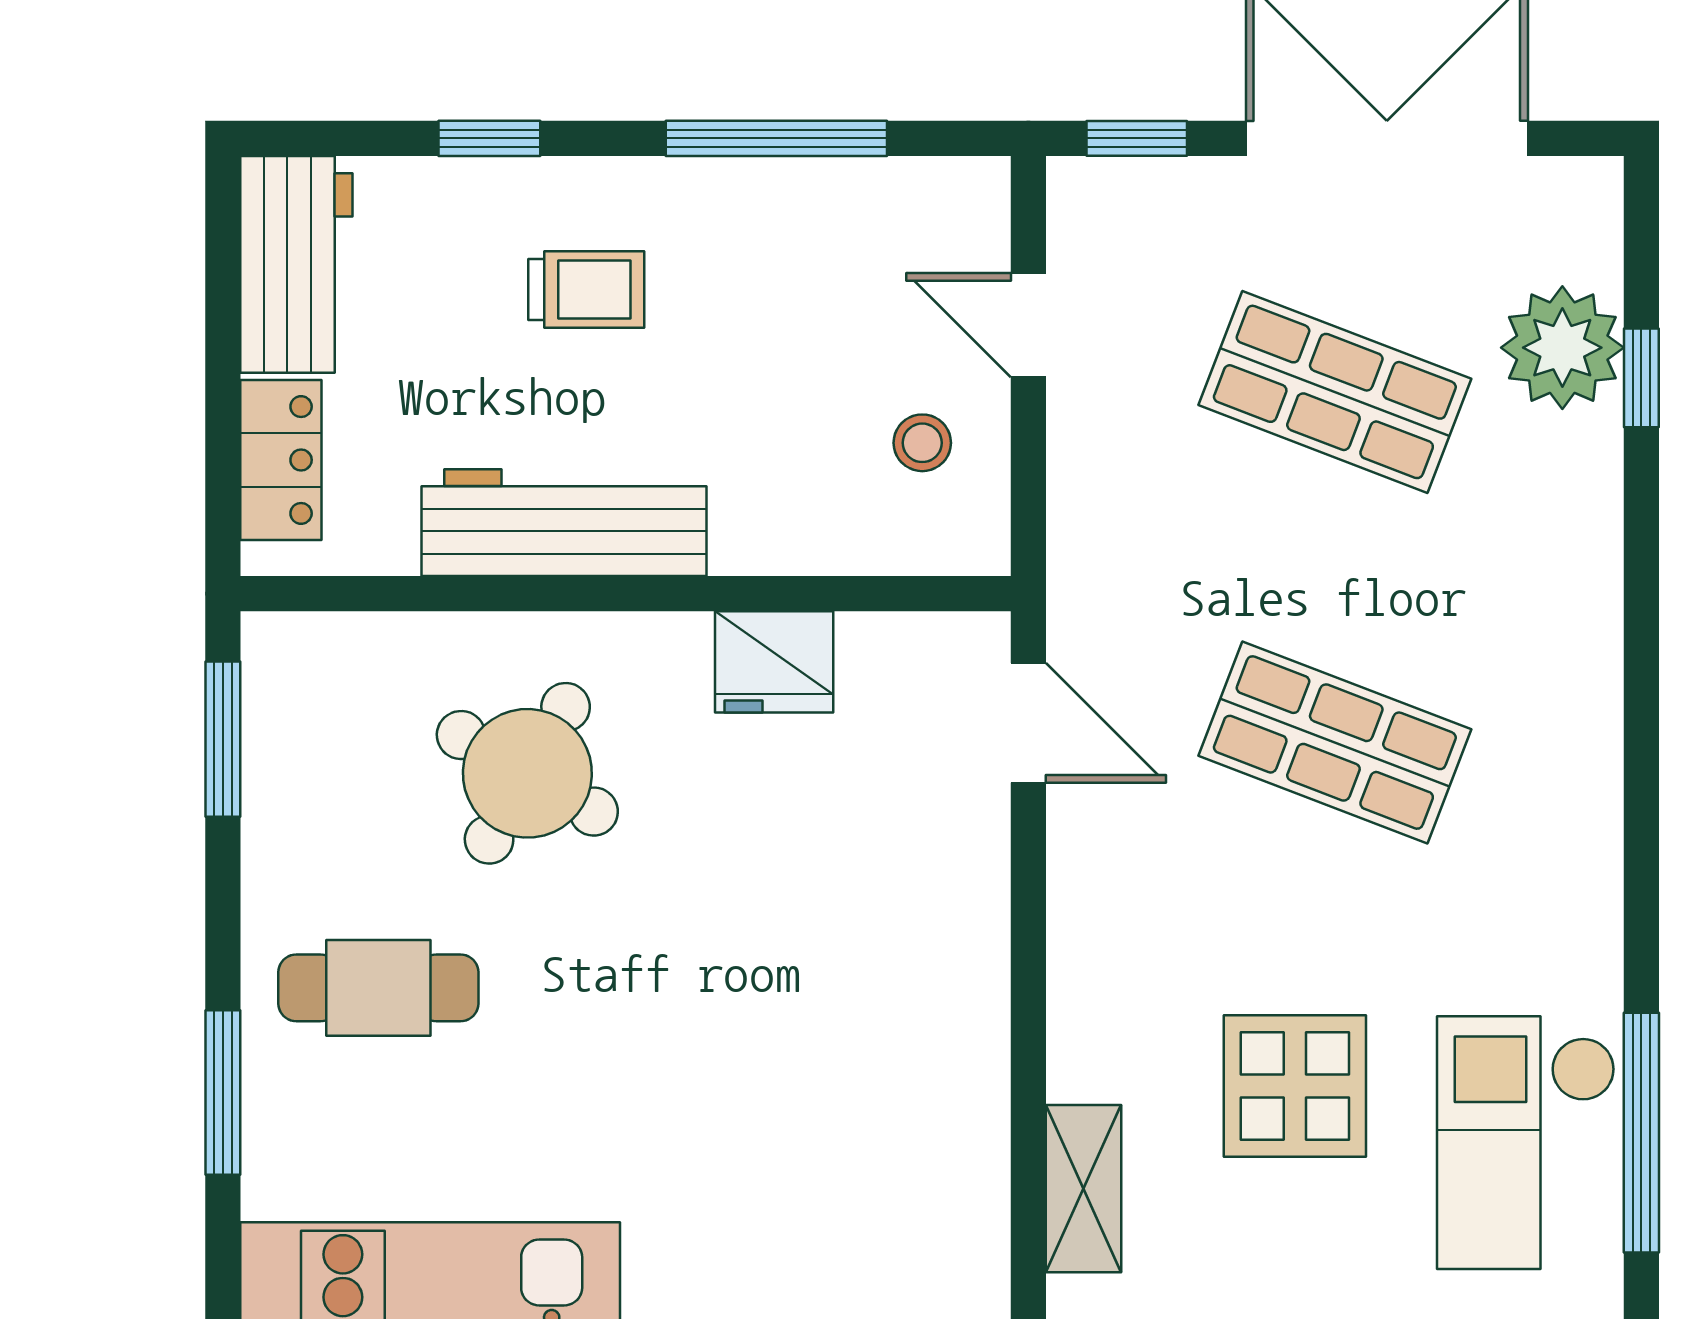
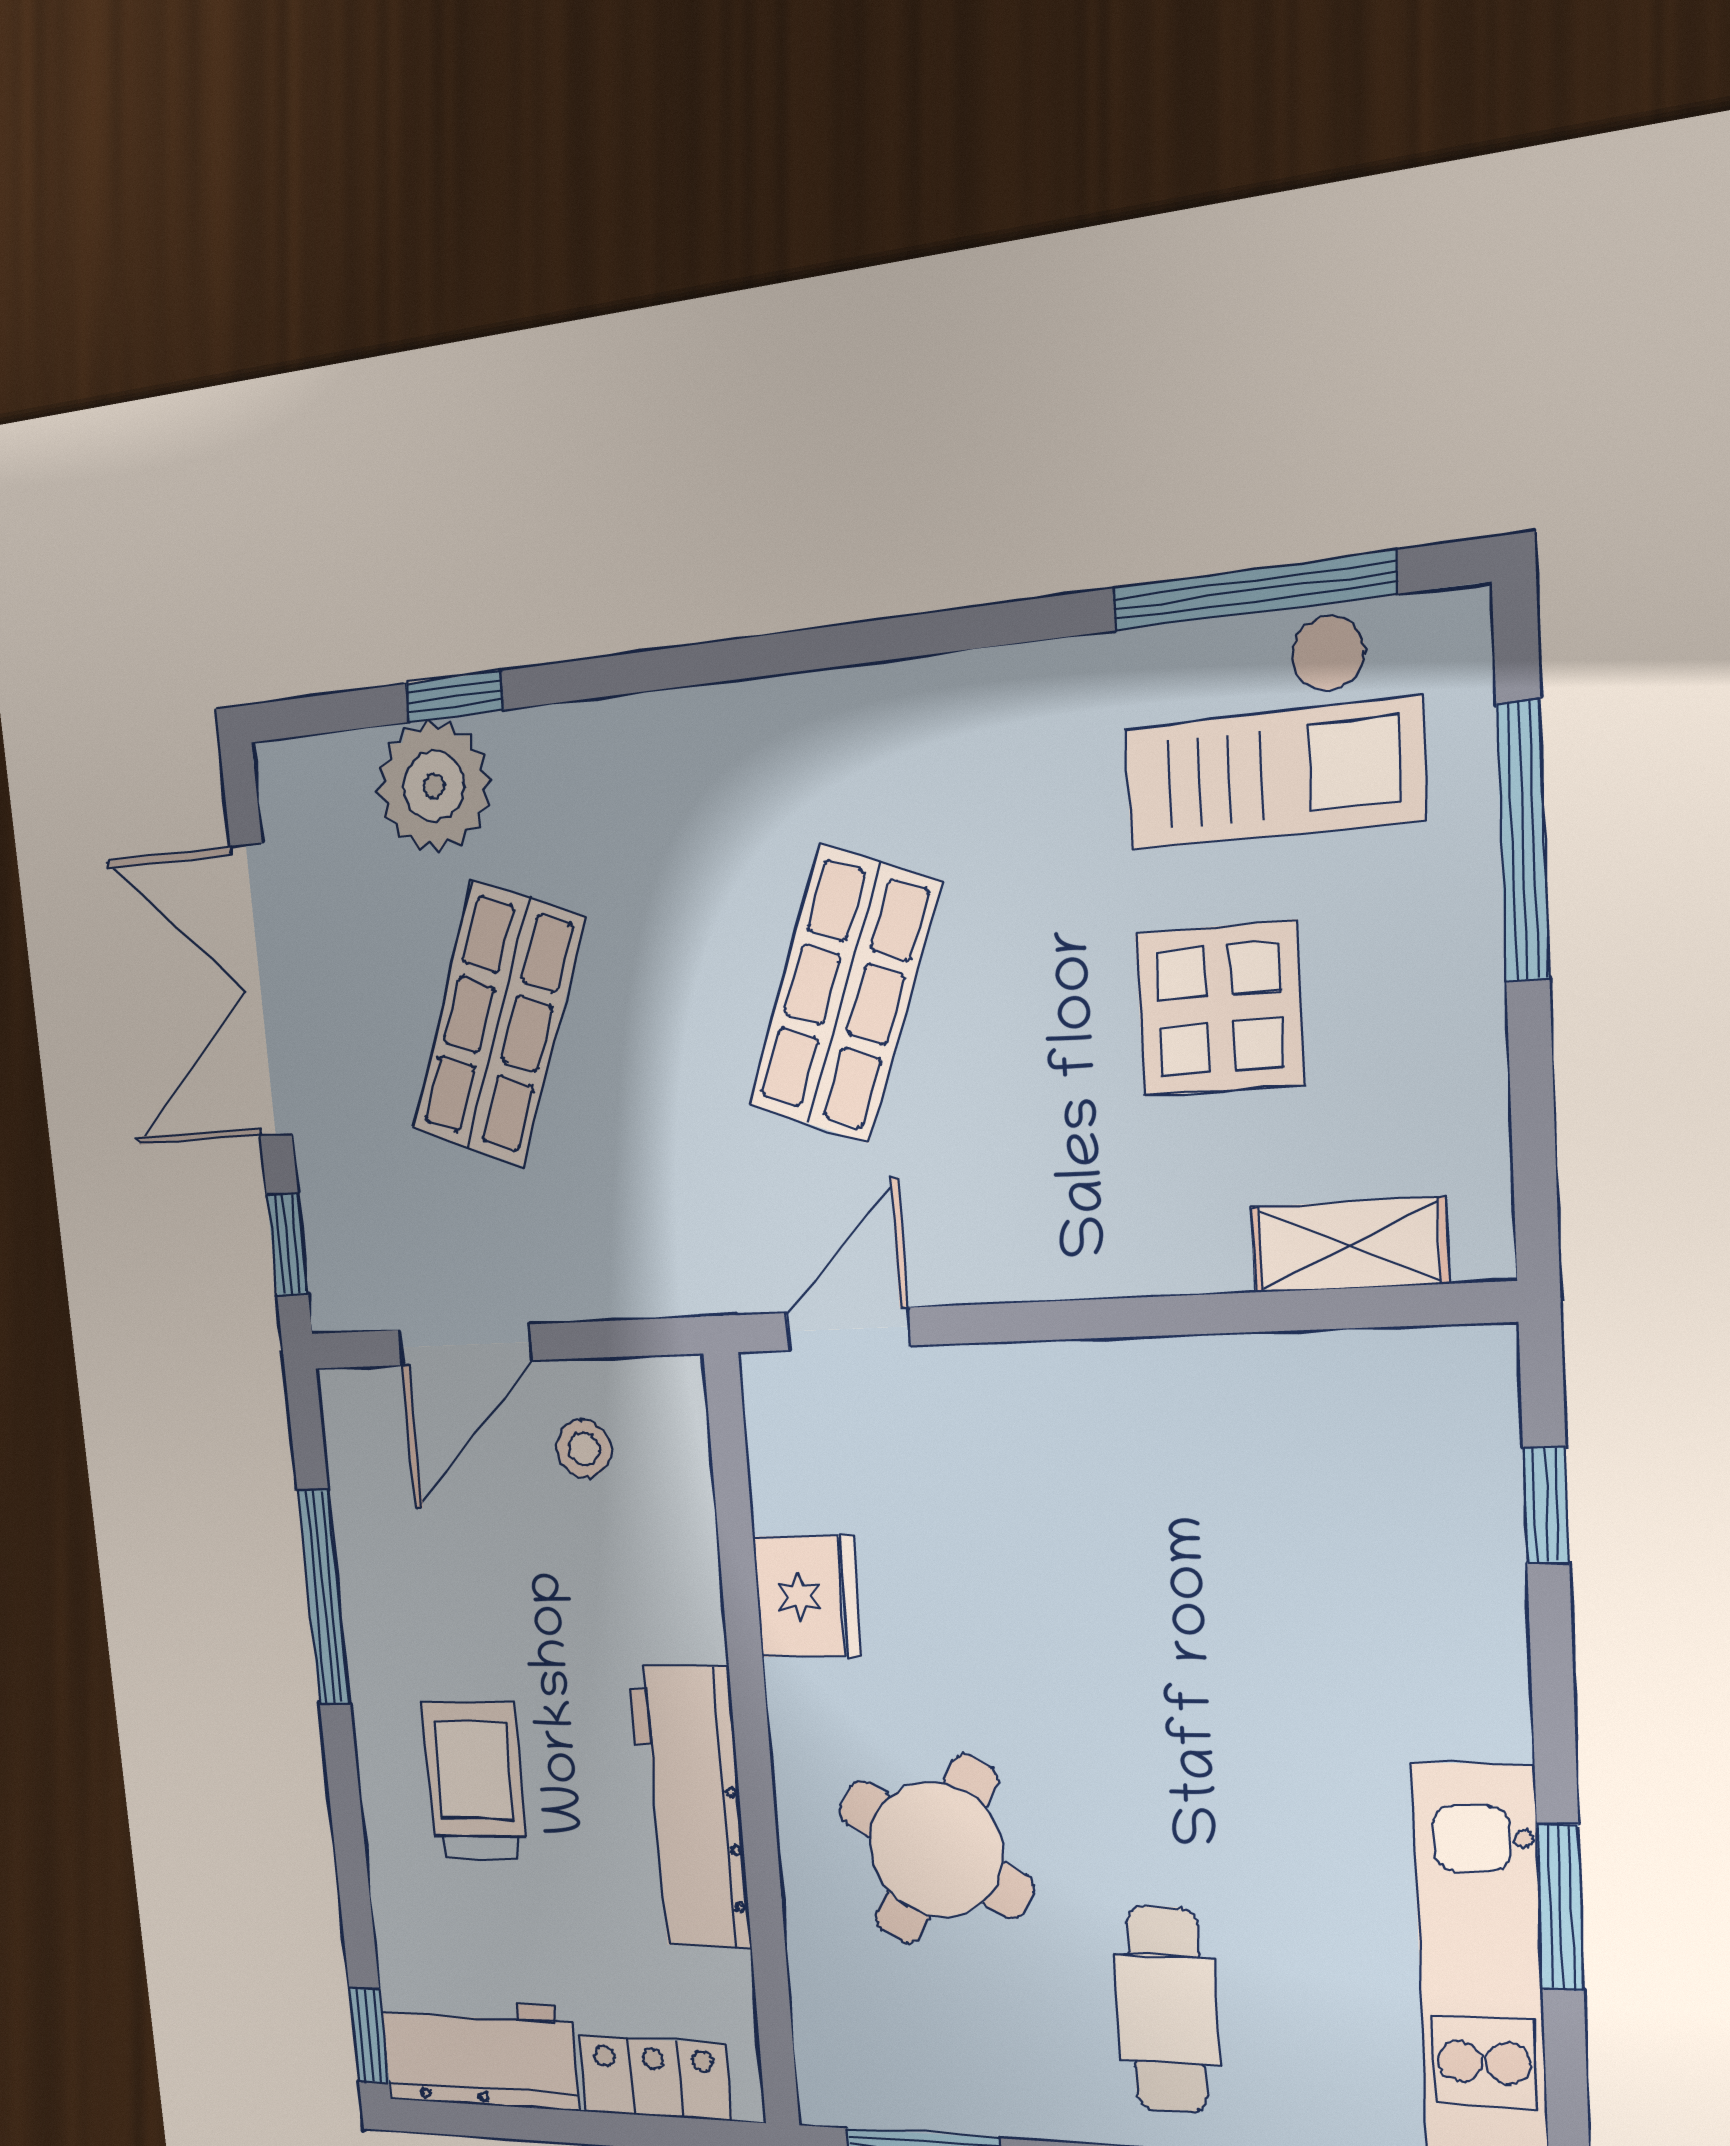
window: (489, 138) -> (369, 2035), moved
trolley: (586, 290) -> (474, 1781), width x1.36, depth x1.39
door: (1028, 325) -> (465, 1345), width x1.37

